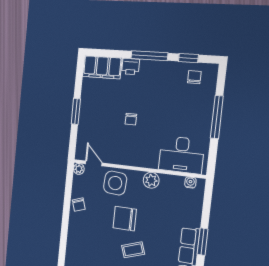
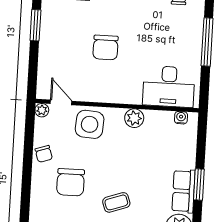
window: (76, 111) -> (35, 25), moved
chair: (131, 119) -> (106, 47), width x1.87, depth x1.87
chair: (125, 219) -> (71, 182), moved, turned -90

